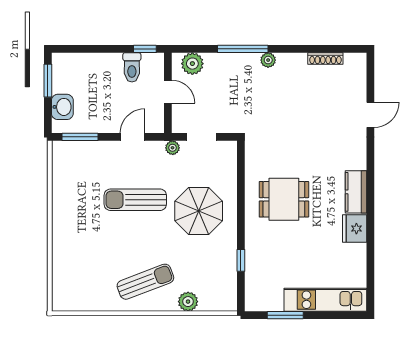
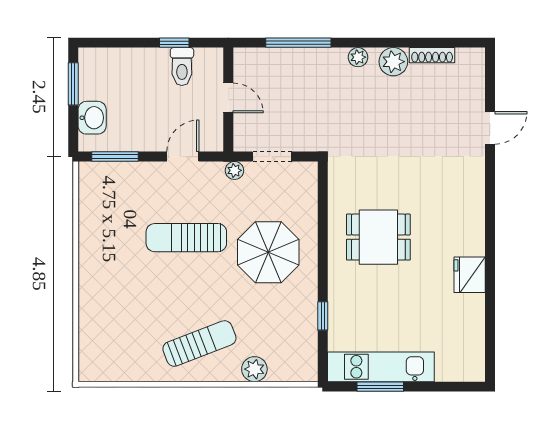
window: (145, 49) -> (174, 43), moved
window: (243, 49) -> (298, 43), moved
plant: (192, 64) -> (393, 62), moved
kitchen counter: (356, 192) -> (471, 227), removed
kitchen unit: (325, 300) -> (381, 367), moved

